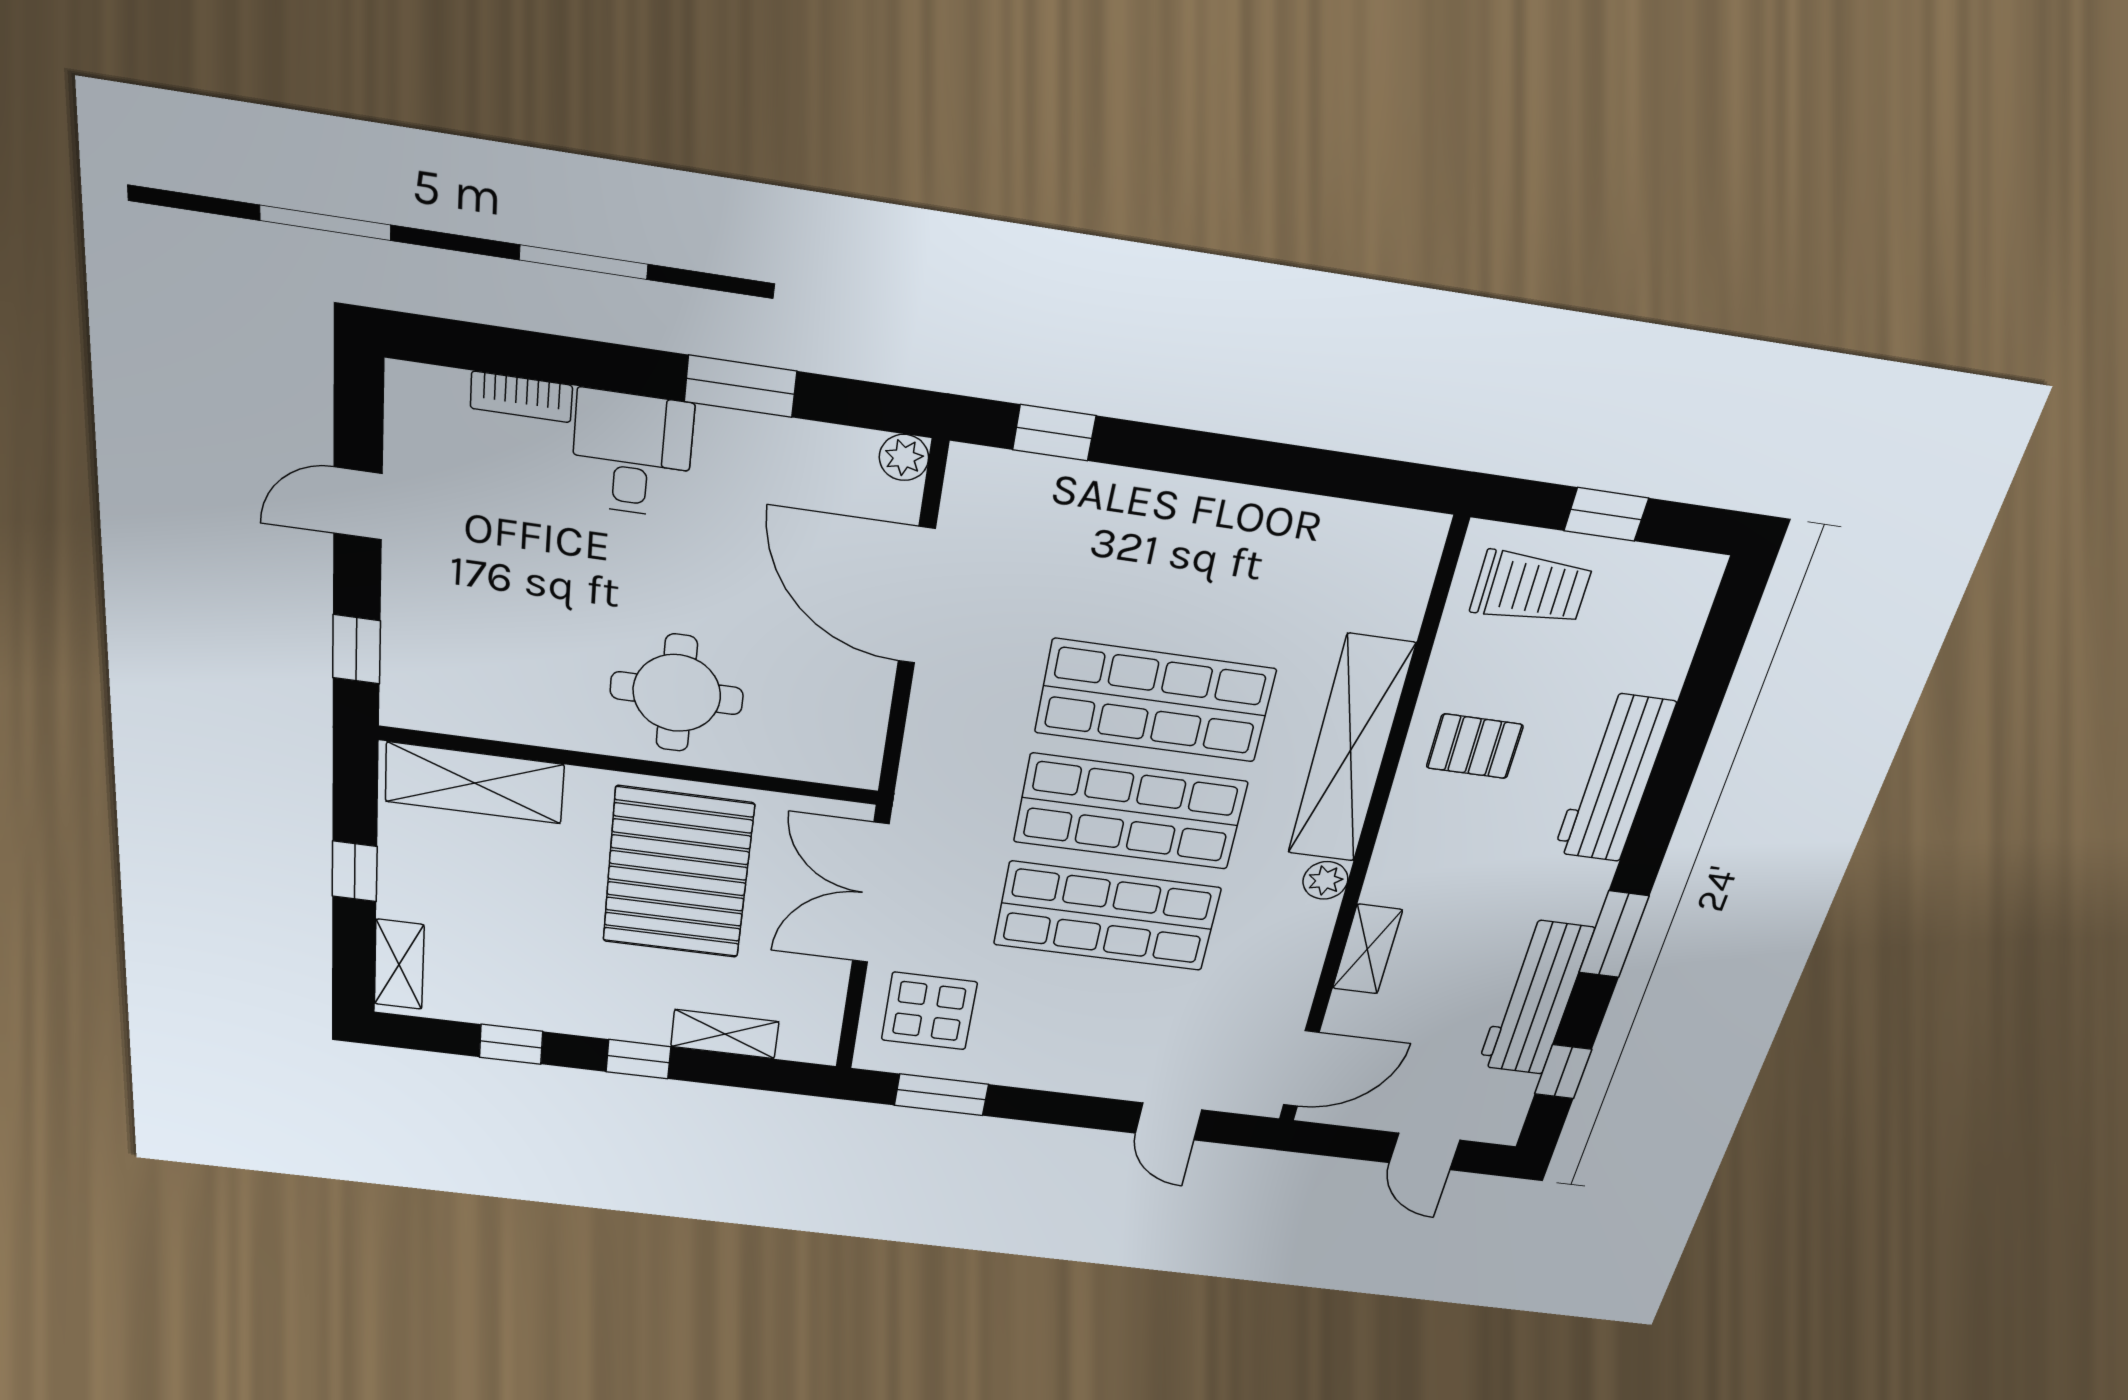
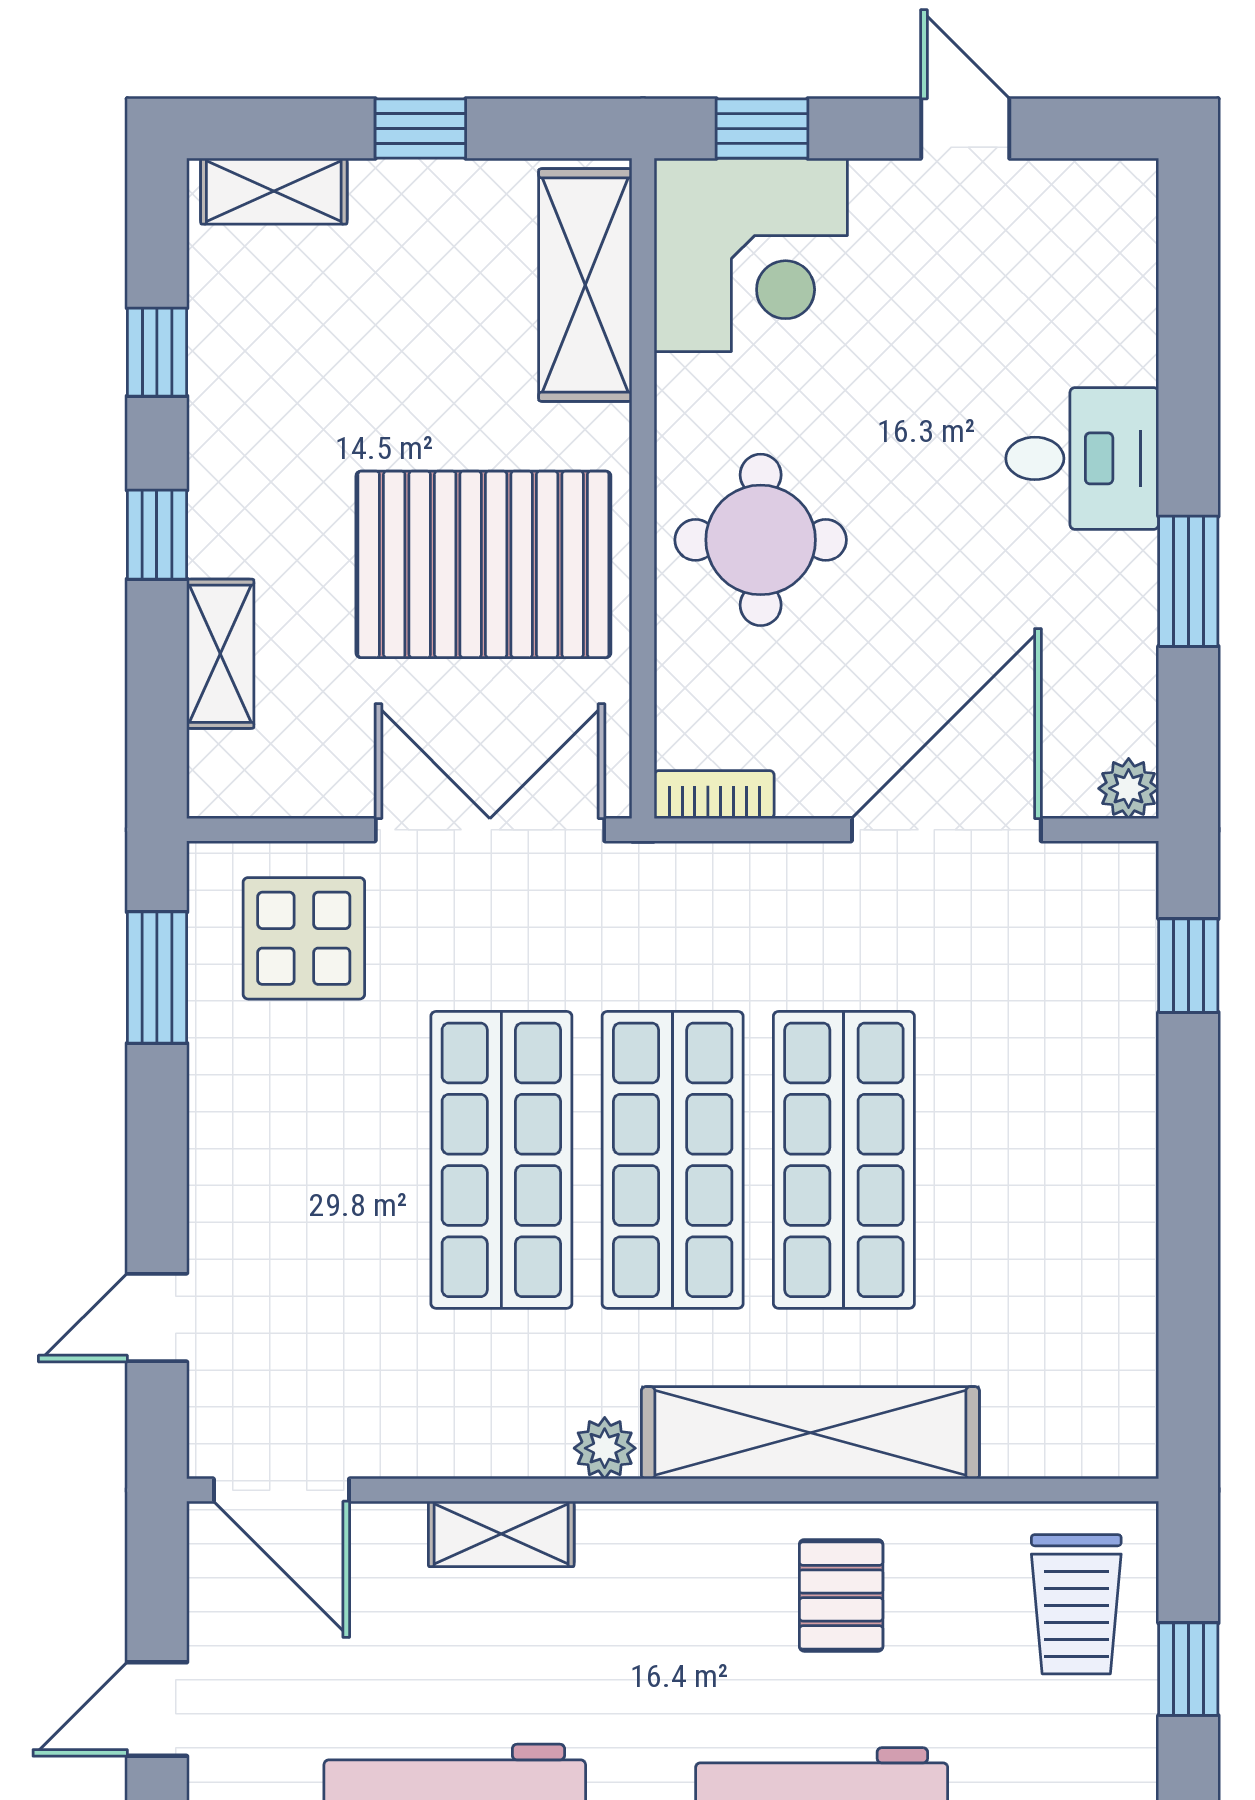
bookcase: (521, 397) -> (714, 795), moved, turned 90
corner desk: (456, 670) -> (751, 255), added

